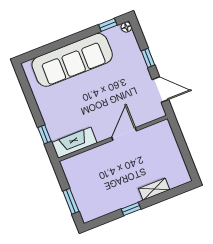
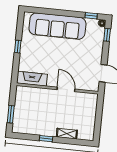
window: (148, 58) -> (107, 35), moved
window: (44, 134) -> (18, 47), moved
door: (124, 134) -> (66, 89), hinge flipped

